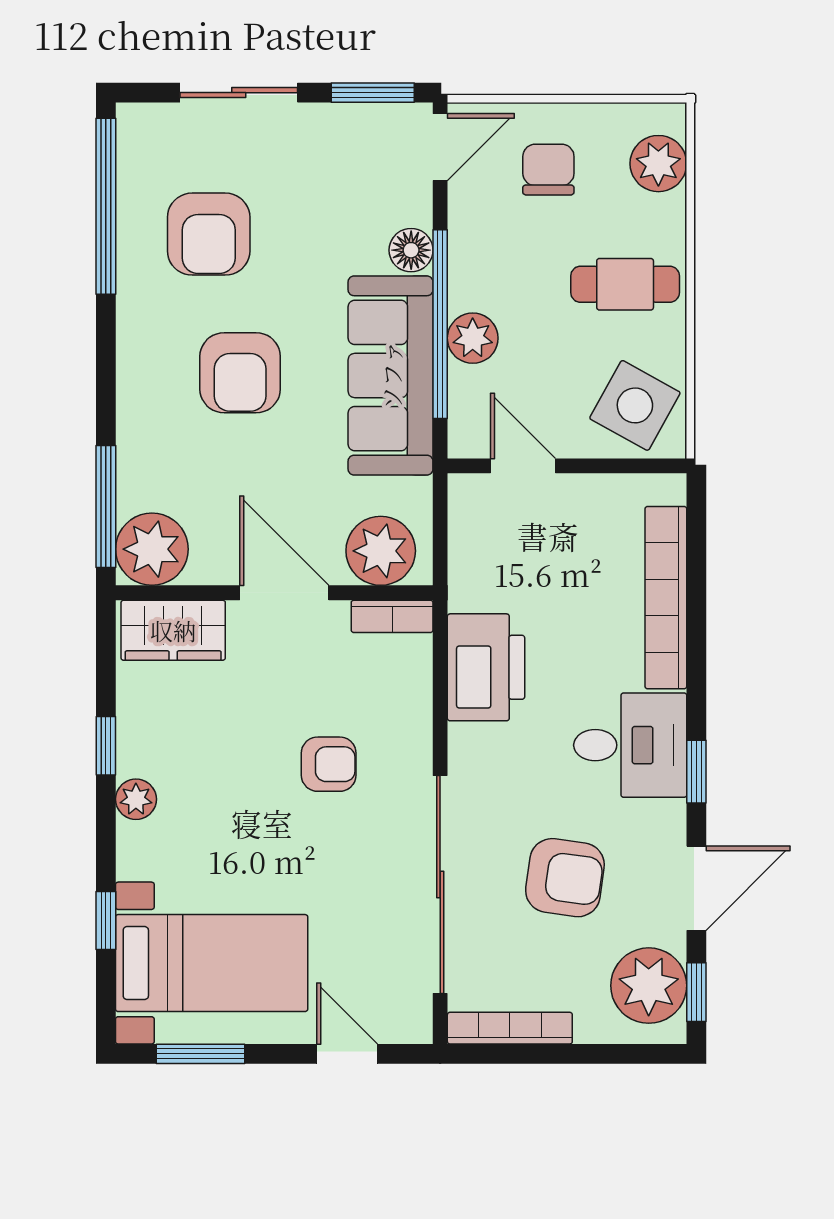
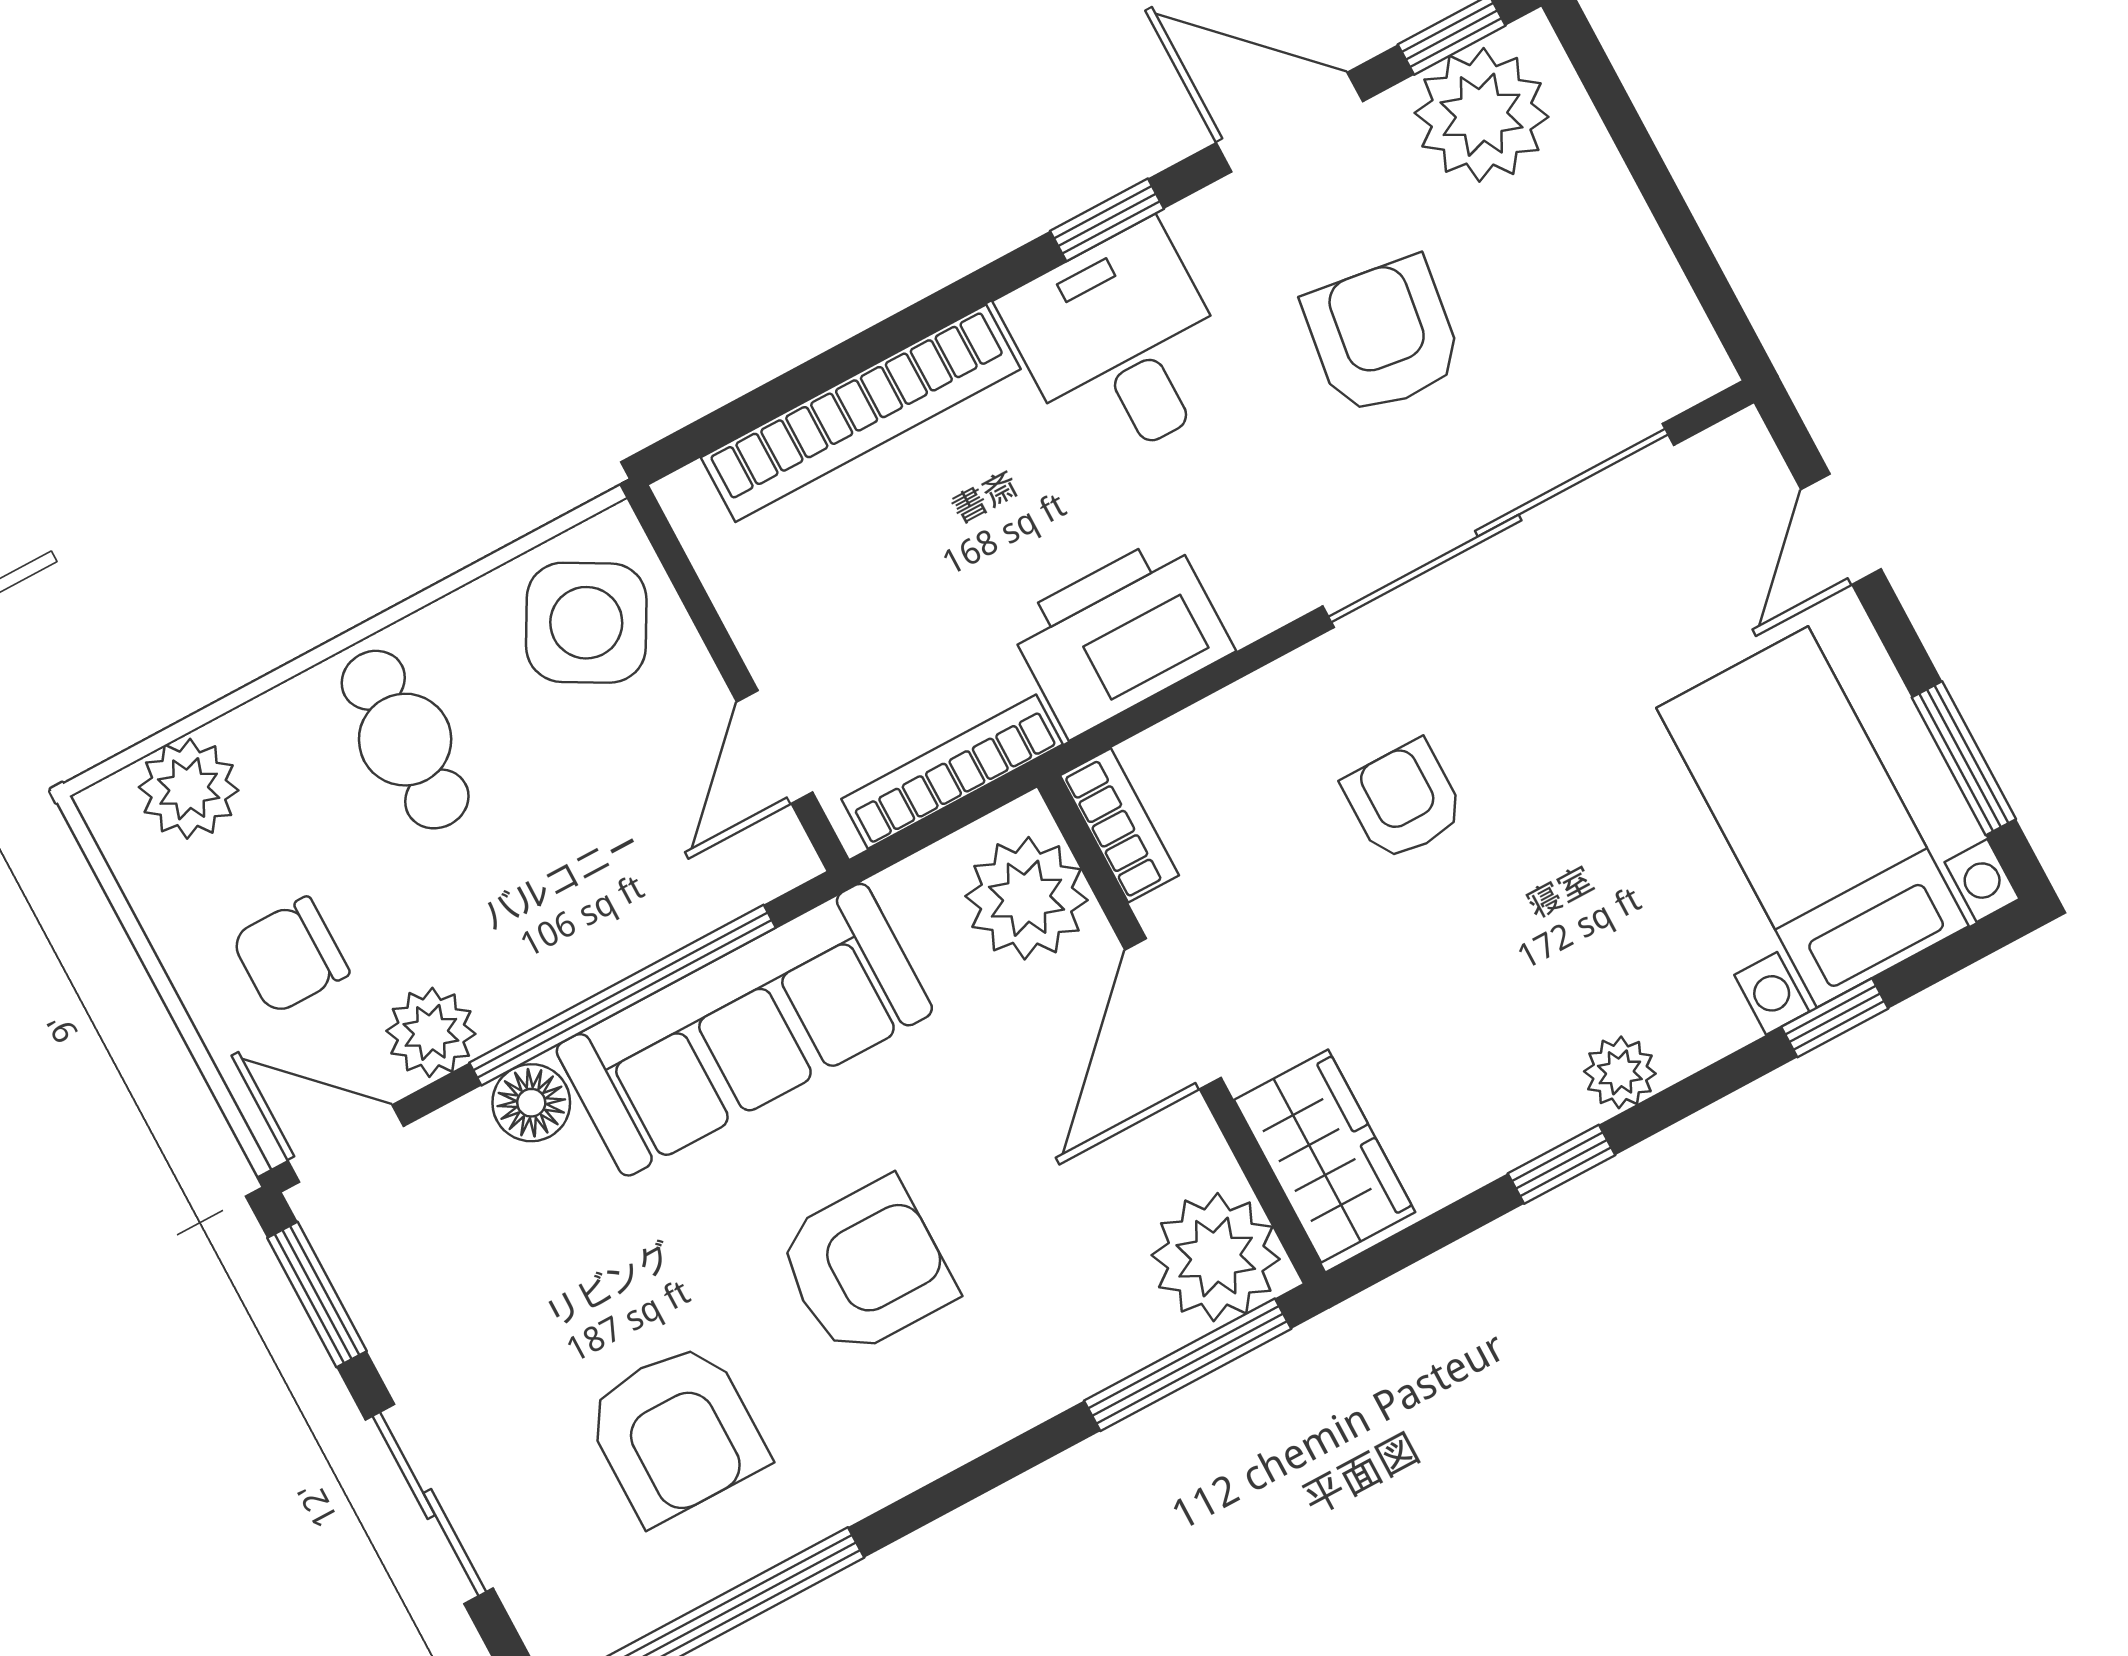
armchair: (209, 234) -> (676, 1432), turned 90
plant: (473, 338) -> (431, 1032), moved
bookcase: (510, 1028) -> (952, 772), moved, turned 90

